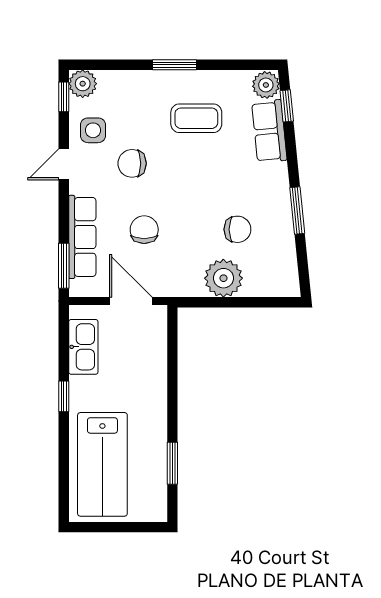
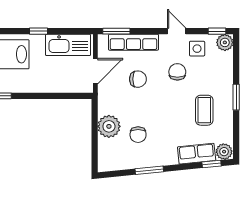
kitchen sink: (83, 347) -> (68, 45), width x1.36, depth x1.24

